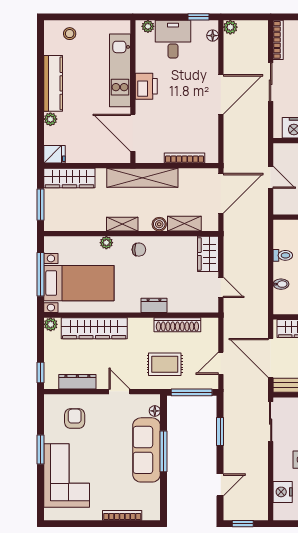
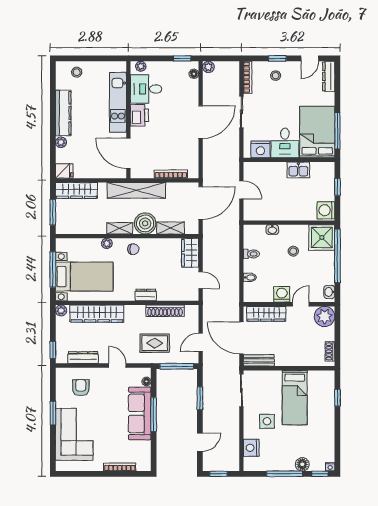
desk: (173, 39) -> (146, 89), moved, turned -90
boiler: (159, 224) -> (145, 223), width x1.86, depth x1.86

